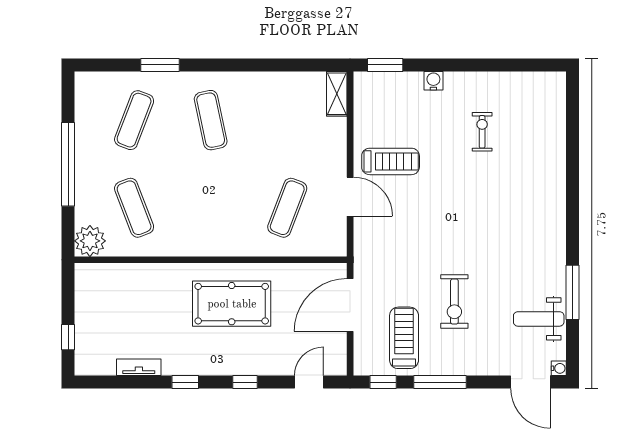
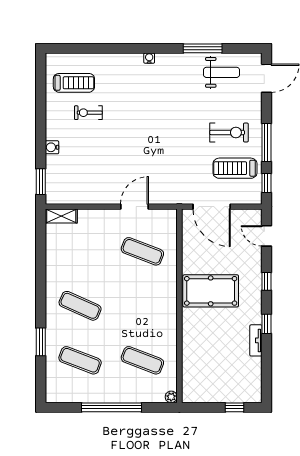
exercise mat: (211, 120) -> (80, 306), turned 36
treadmill: (391, 161) -> (74, 83), moved, turned 90
exercise mat: (134, 208) -> (142, 360), turned 42
plant: (90, 241) -> (171, 397), width x0.53, depth x0.53
exercise bike: (454, 302) -> (229, 132), moved
pool table: (232, 304) -> (211, 291), turned 90
weight bench: (539, 319) -> (222, 72), turned -90
tv unit: (139, 367) -> (256, 340), moved
water cooler: (559, 368) -> (149, 58), moved

